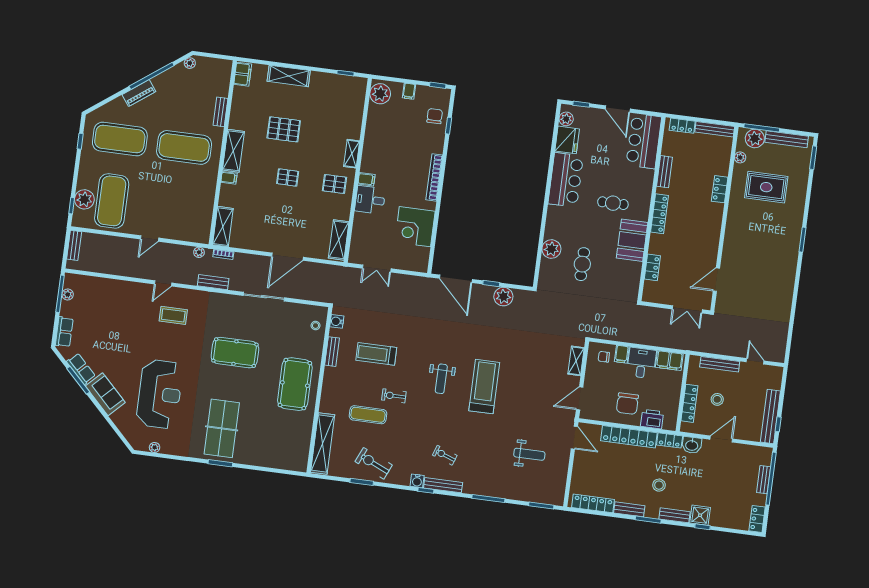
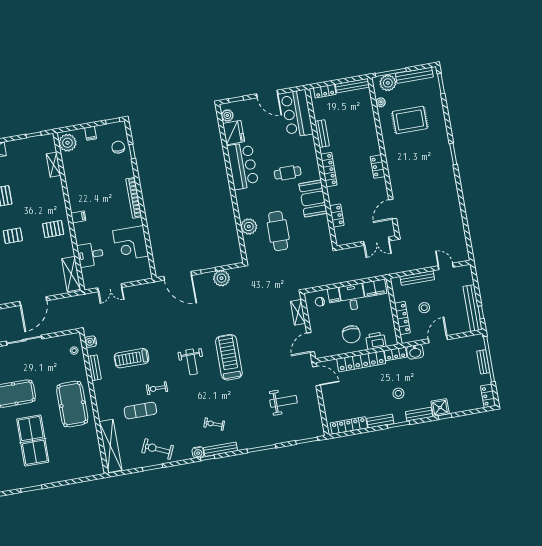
shelving: (352, 154) -> (53, 165), moved
locker: (720, 189) -> (378, 167), moved
desk: (370, 200) -> (90, 255), moved
cafe table: (582, 264) -> (278, 231), width x1.37, depth x1.35
table tennis table: (222, 428) -> (33, 440), moved

